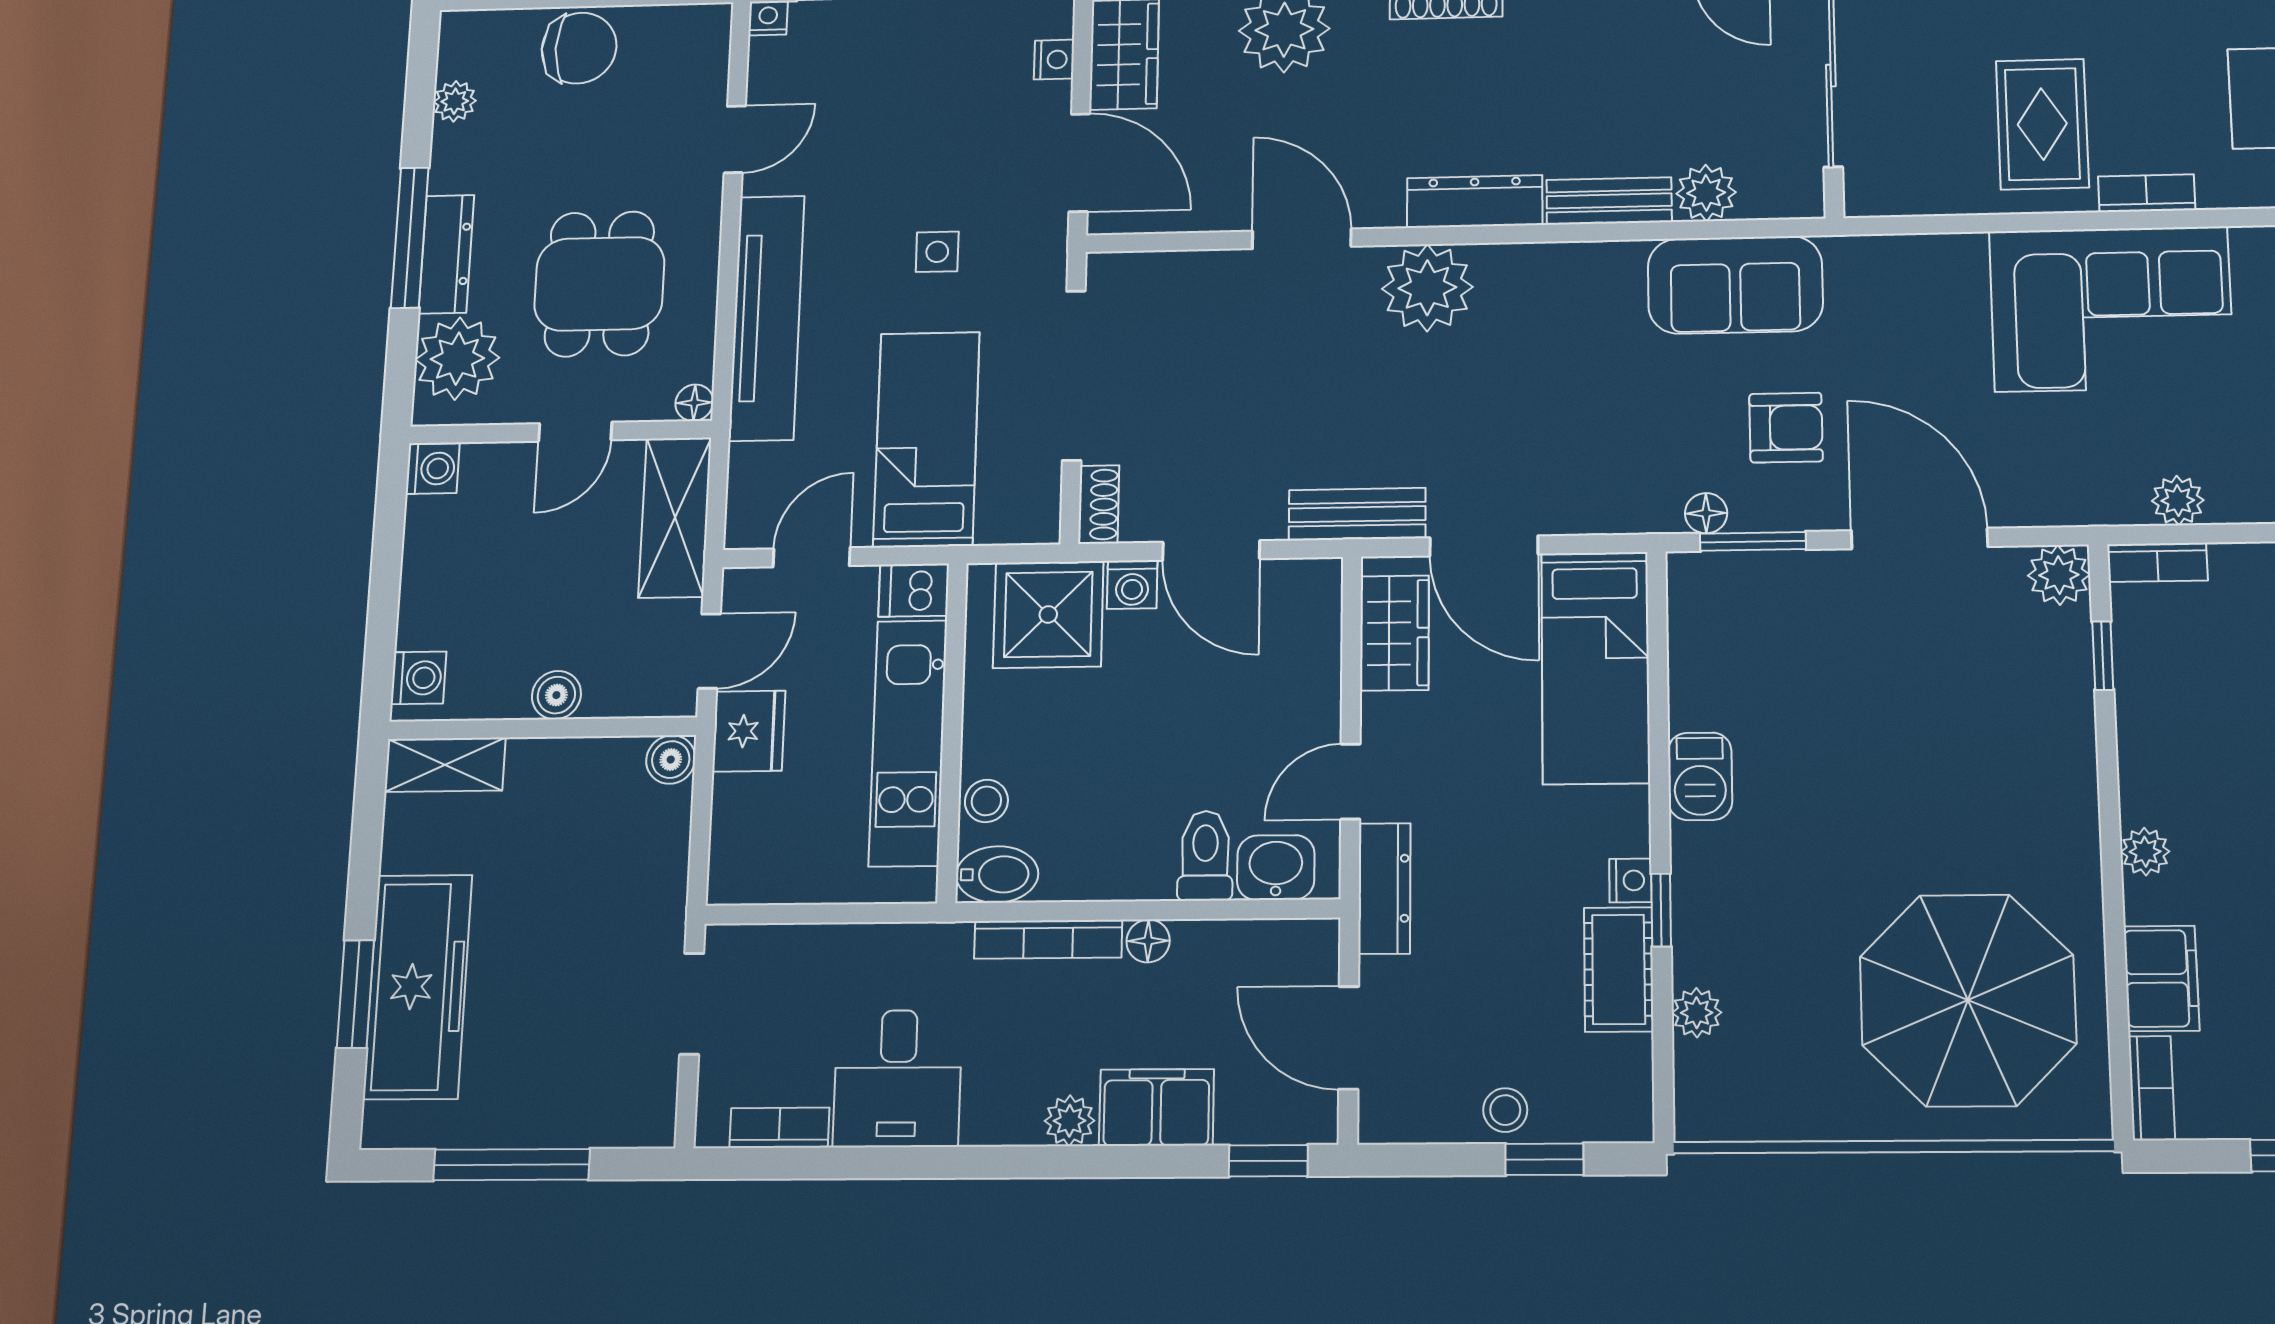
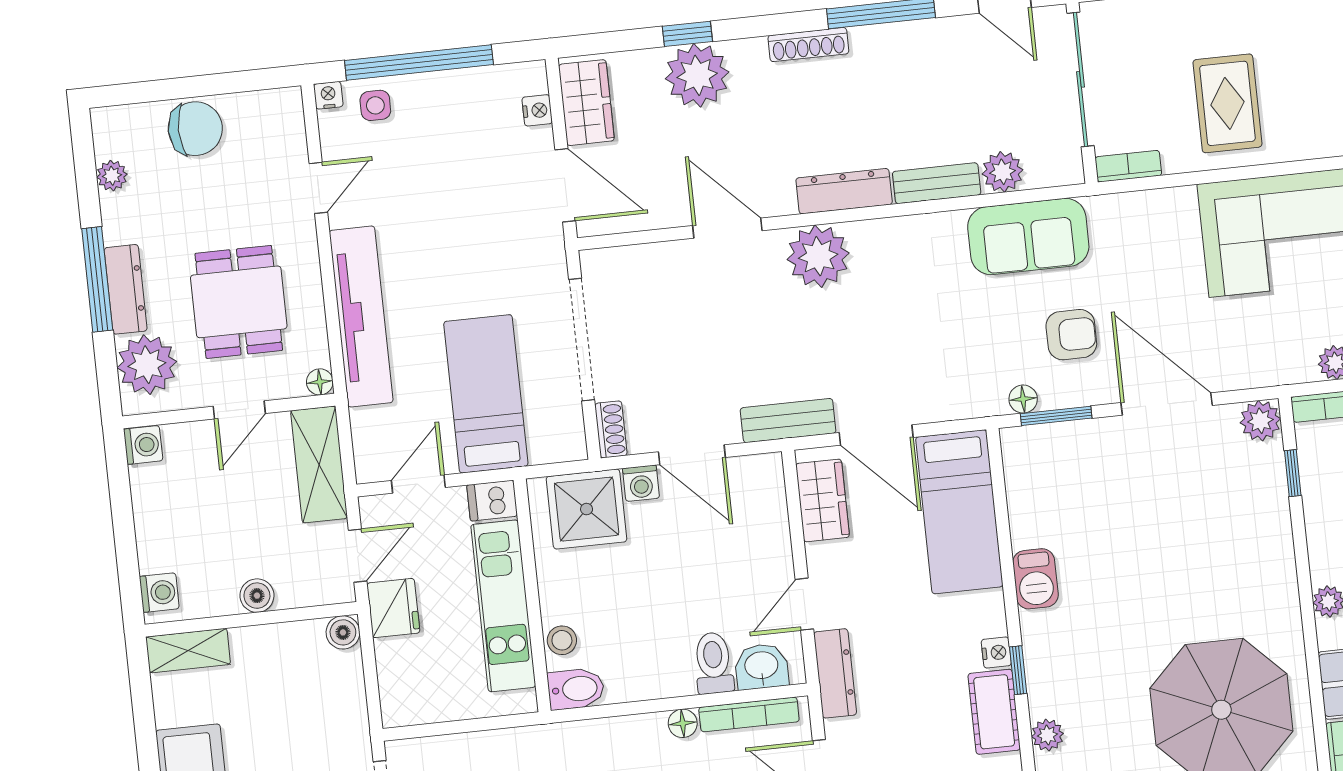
bookcase: (2147, 193) -> (1128, 166), moved
side table: (937, 252) -> (375, 105), moved
bookcase: (1048, 939) -> (749, 714), moved

